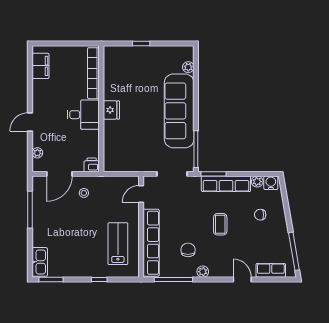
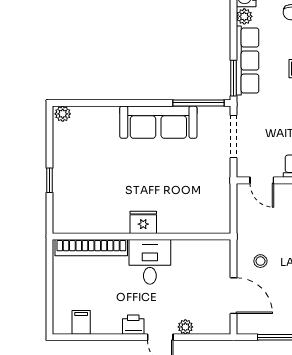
filing cabinet: (41, 66) -> (81, 322), width x0.50
plant: (188, 67) -> (63, 114), moved
sofa: (179, 111) -> (158, 122), width x0.74, depth x0.79
plant: (37, 153) -> (185, 327), moved
printer: (92, 165) -> (133, 325), moved, turned 90

